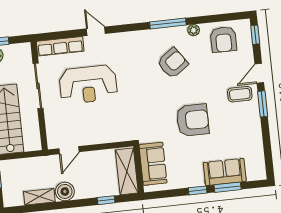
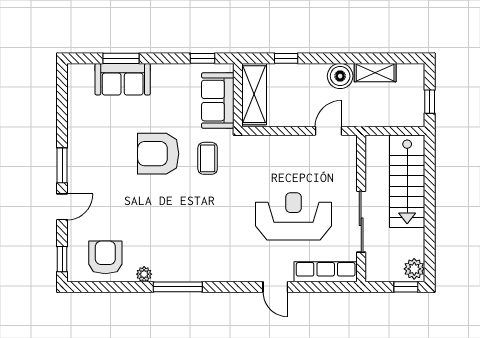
armchair: (173, 63) -> (177, 233), removed
coffee table: (240, 94) -> (208, 158), moved, turned 90
window: (198, 190) -> (203, 58), moved

